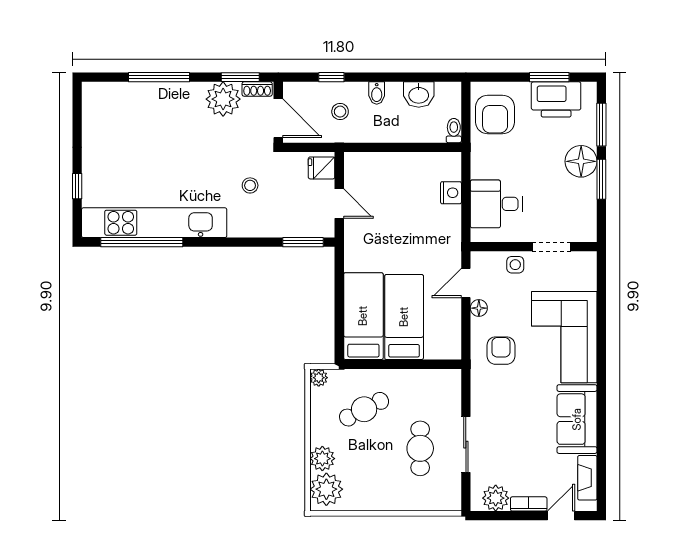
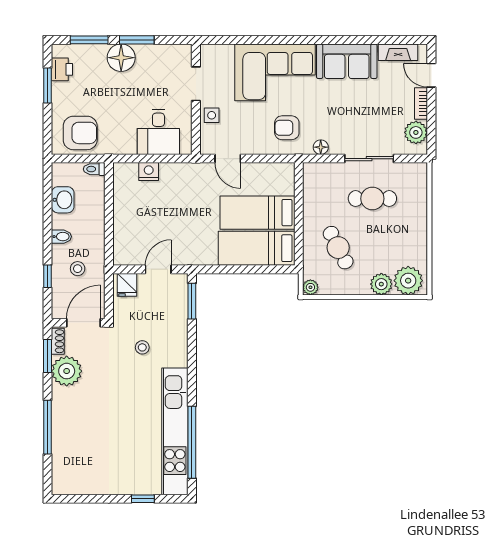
printer: (556, 99) -> (62, 69), width x0.53, depth x0.68
floor lamp: (479, 308) -> (321, 147), moved

